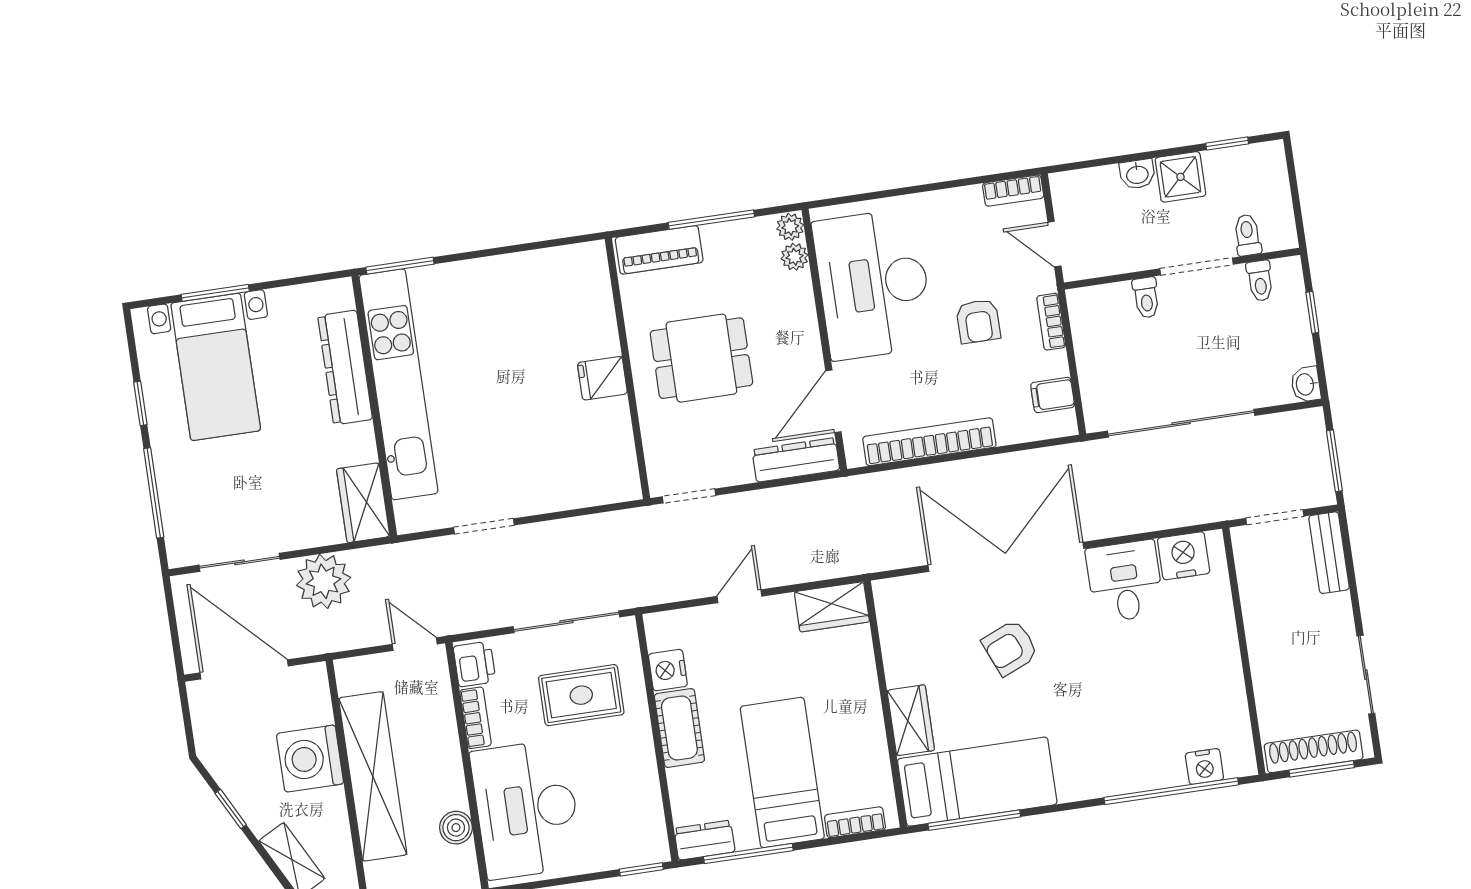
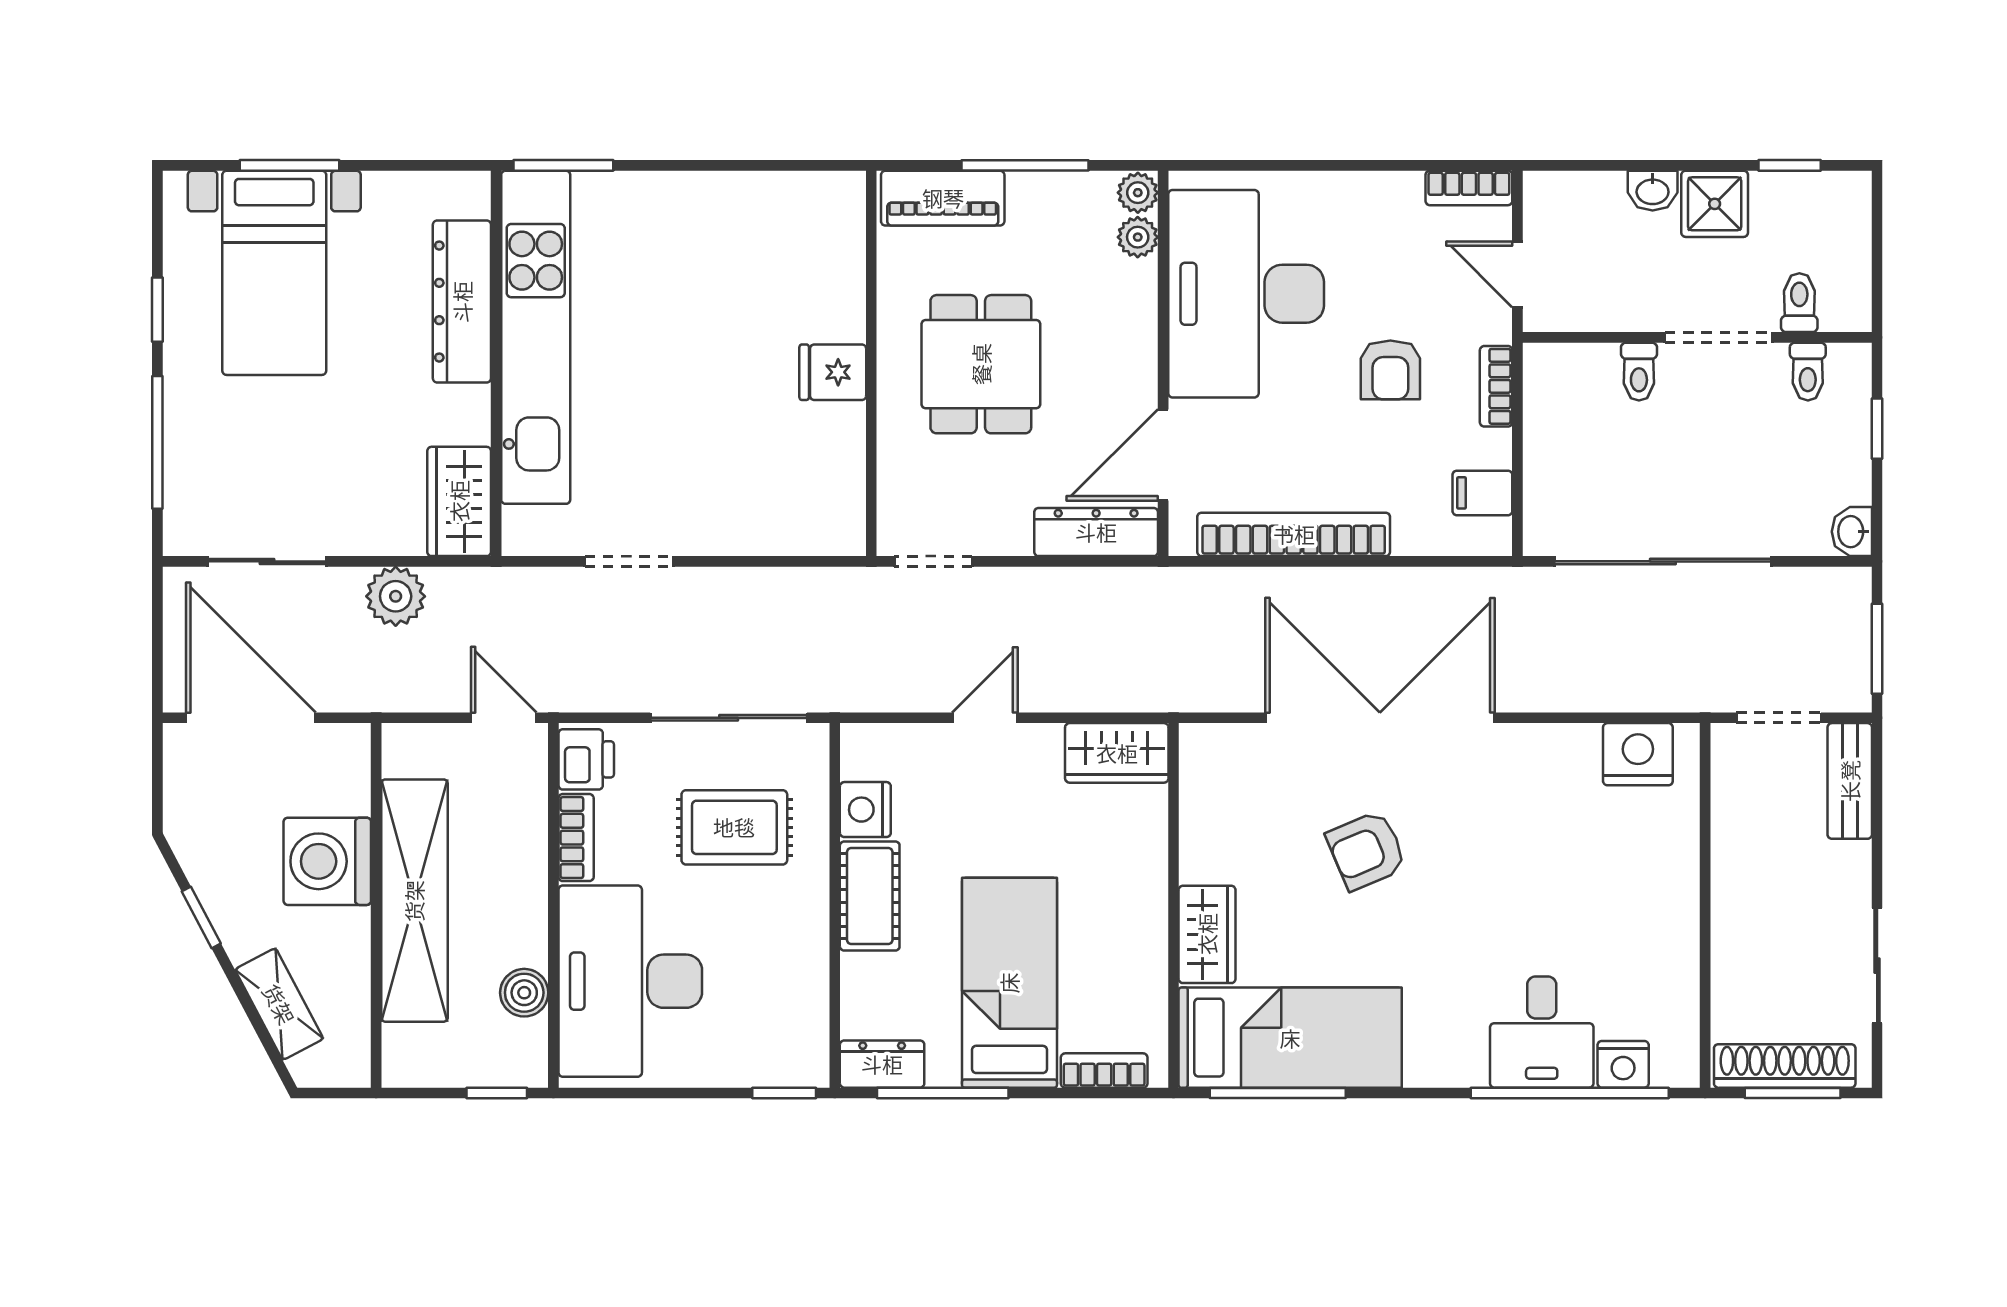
dining table: (701, 358) -> (981, 364), turned 90
plant: (324, 581) -> (396, 596), width x0.73, depth x0.73
desk: (1125, 581) -> (1542, 1032), moved, turned 180

